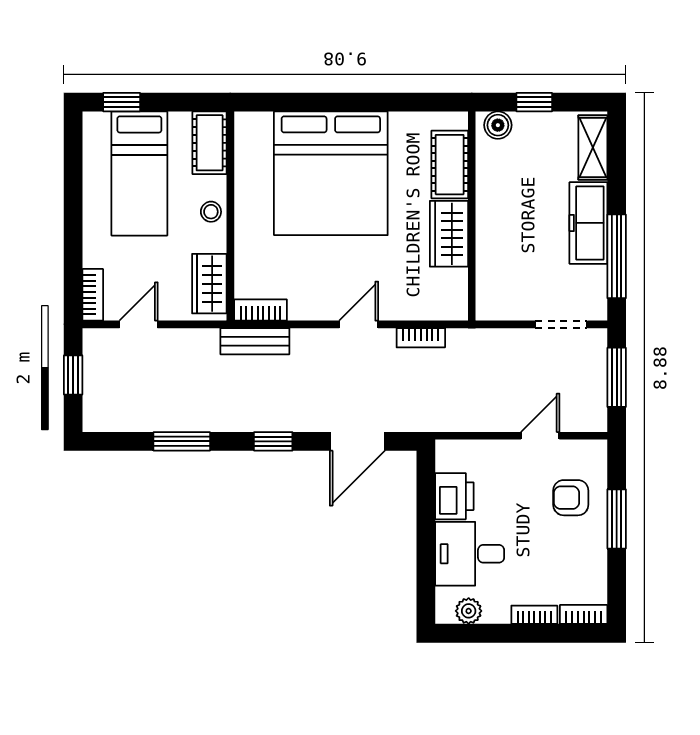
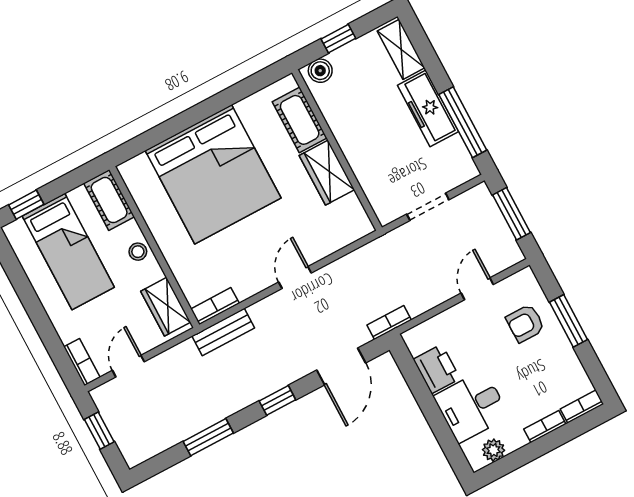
doorway: (561, 324) -> (428, 207), moved
bookcase: (421, 338) -> (389, 323), moved, turned 180

